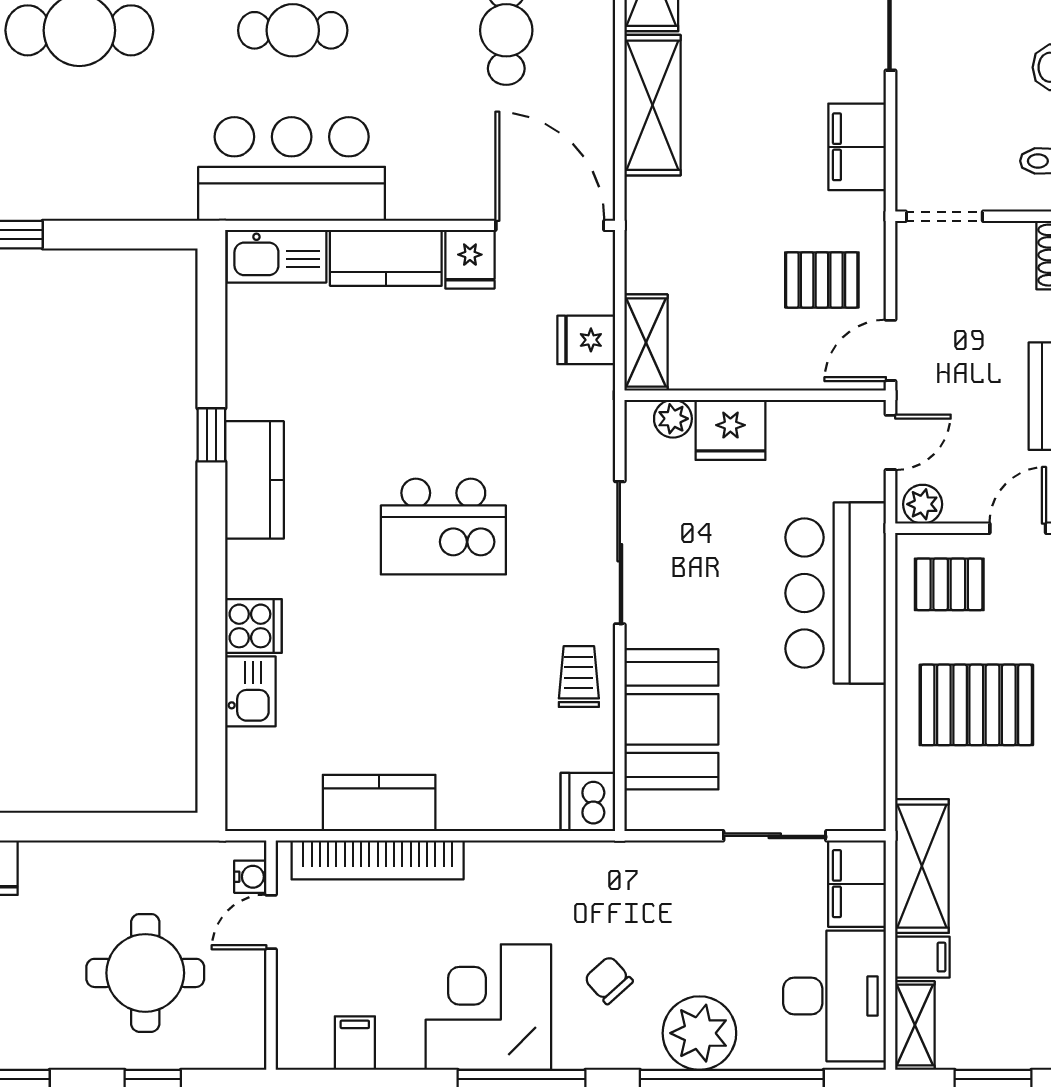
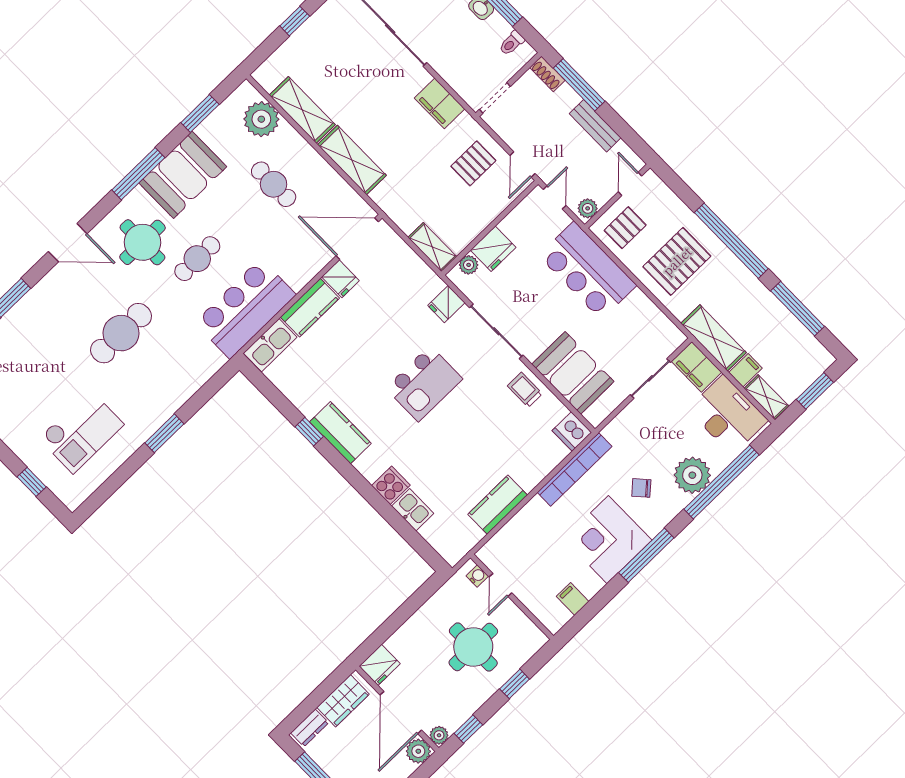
fridge: (586, 340) -> (446, 304), moved
bookcase: (378, 860) -> (575, 469), moved

